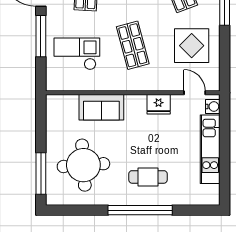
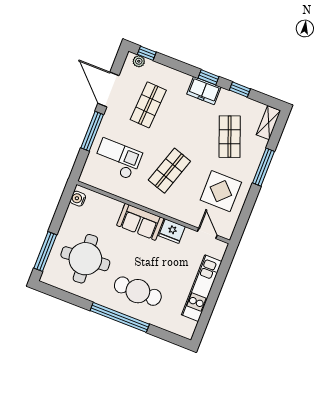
shop shelf: (133, 45) -> (169, 171), turned 33
water cooler: (213, 106) -> (78, 199), moved, turned 180
sofa: (101, 107) -> (140, 222), moved
cafe table: (148, 177) -> (138, 291), width x1.37, depth x1.35

